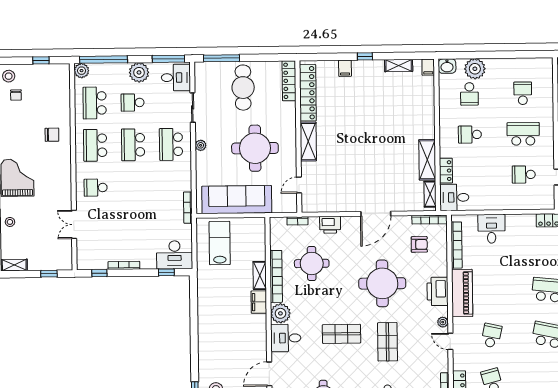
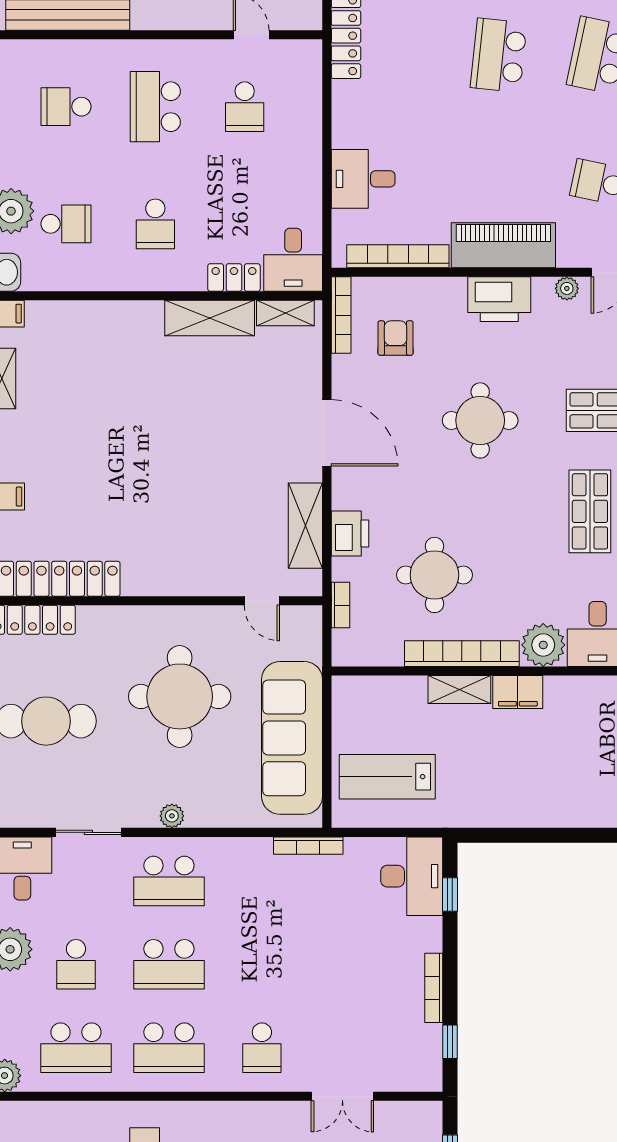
shelving: (308, 142) -> (305, 526), moved, turned 90
round table: (382, 283) -> (480, 420), width x0.73, depth x0.73

